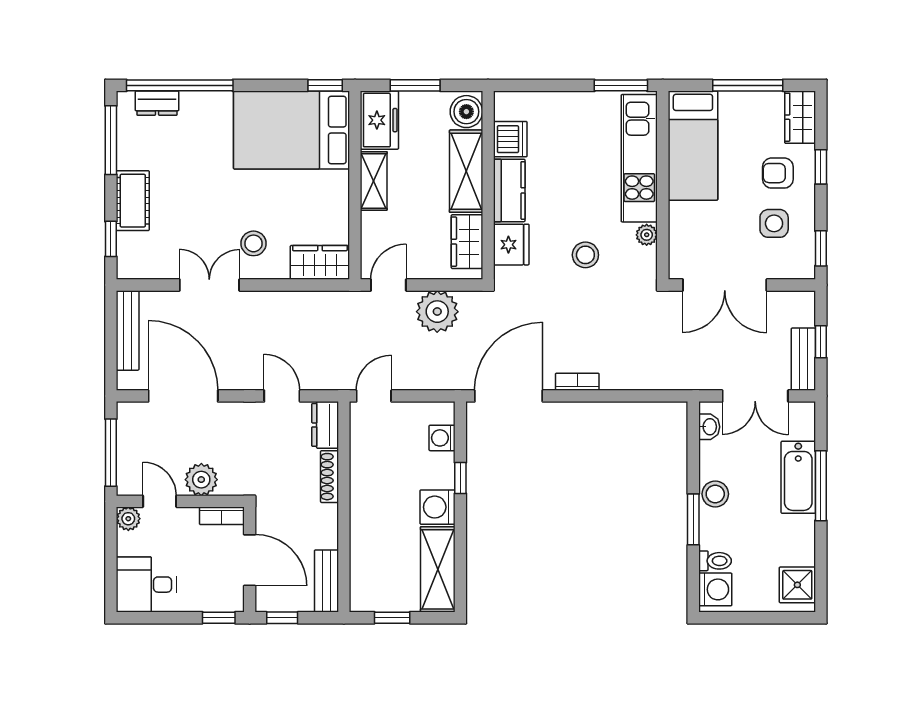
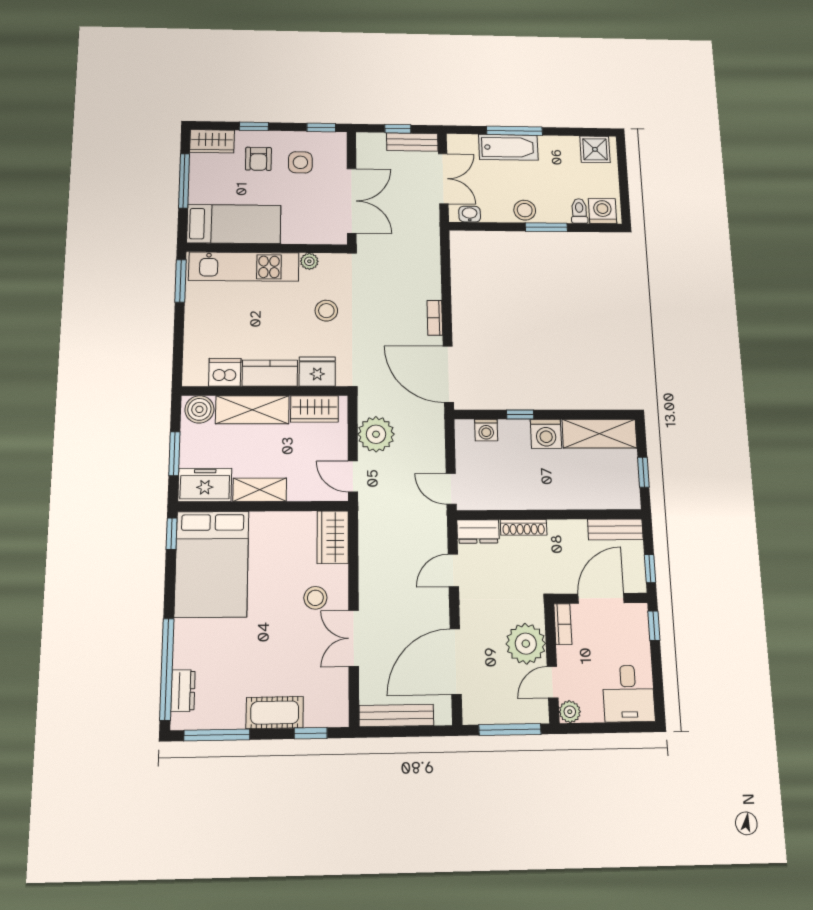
plant: (201, 480) -> (526, 644), width x1.36, depth x1.36

